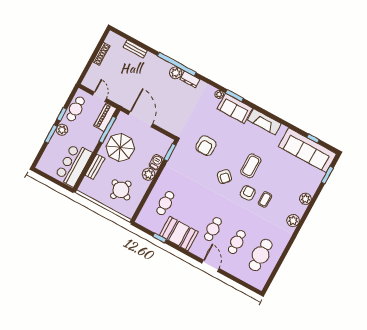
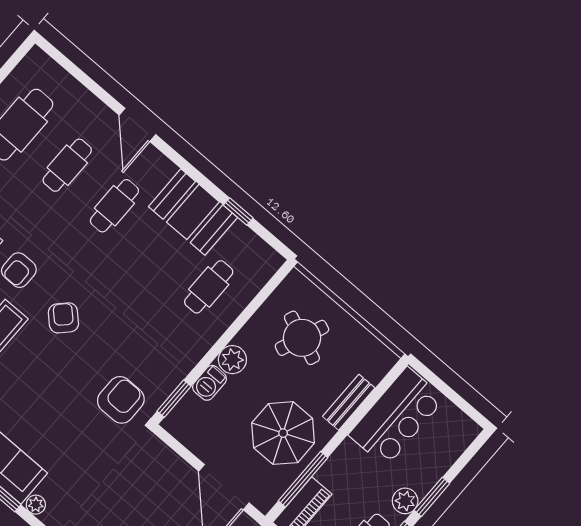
armchair: (206, 146) -> (121, 400), moved

